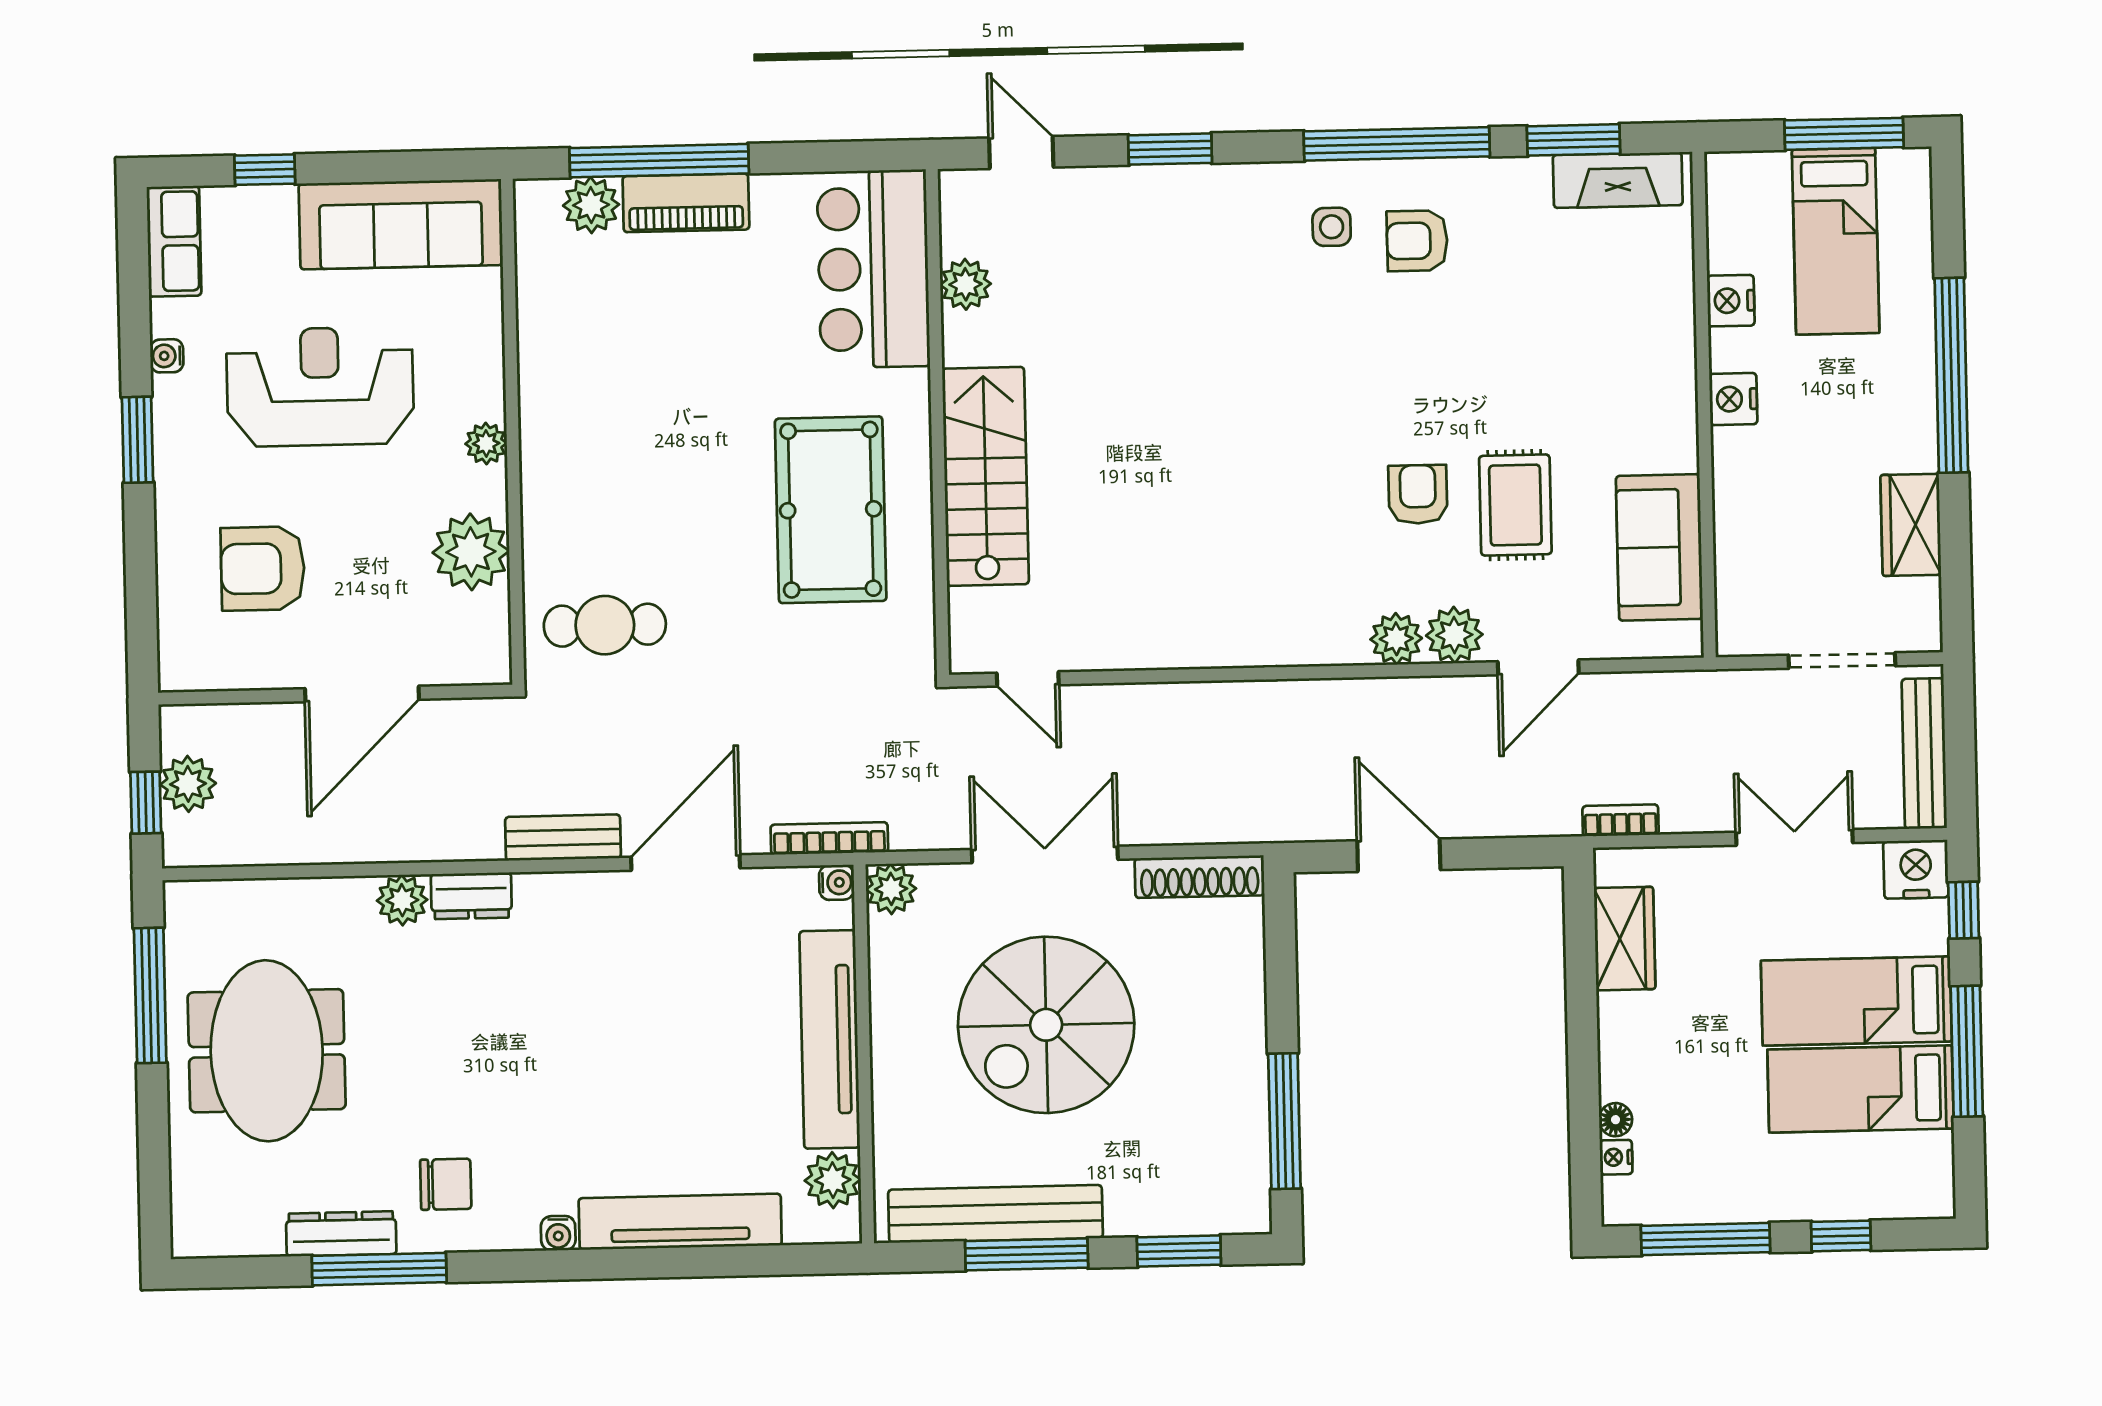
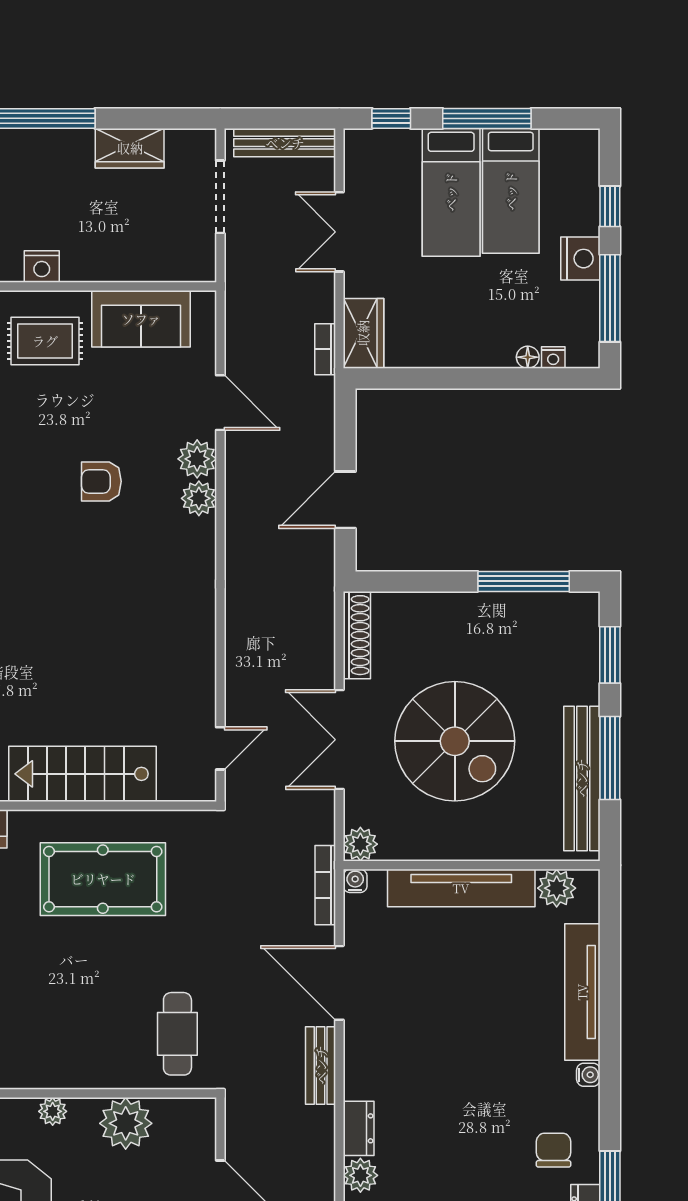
rug: (1515, 505) -> (45, 341), moved
nightstand: (1916, 869) -> (580, 259), moved, turned 180
wardrobe: (1625, 939) -> (363, 333), moved, turned 90

